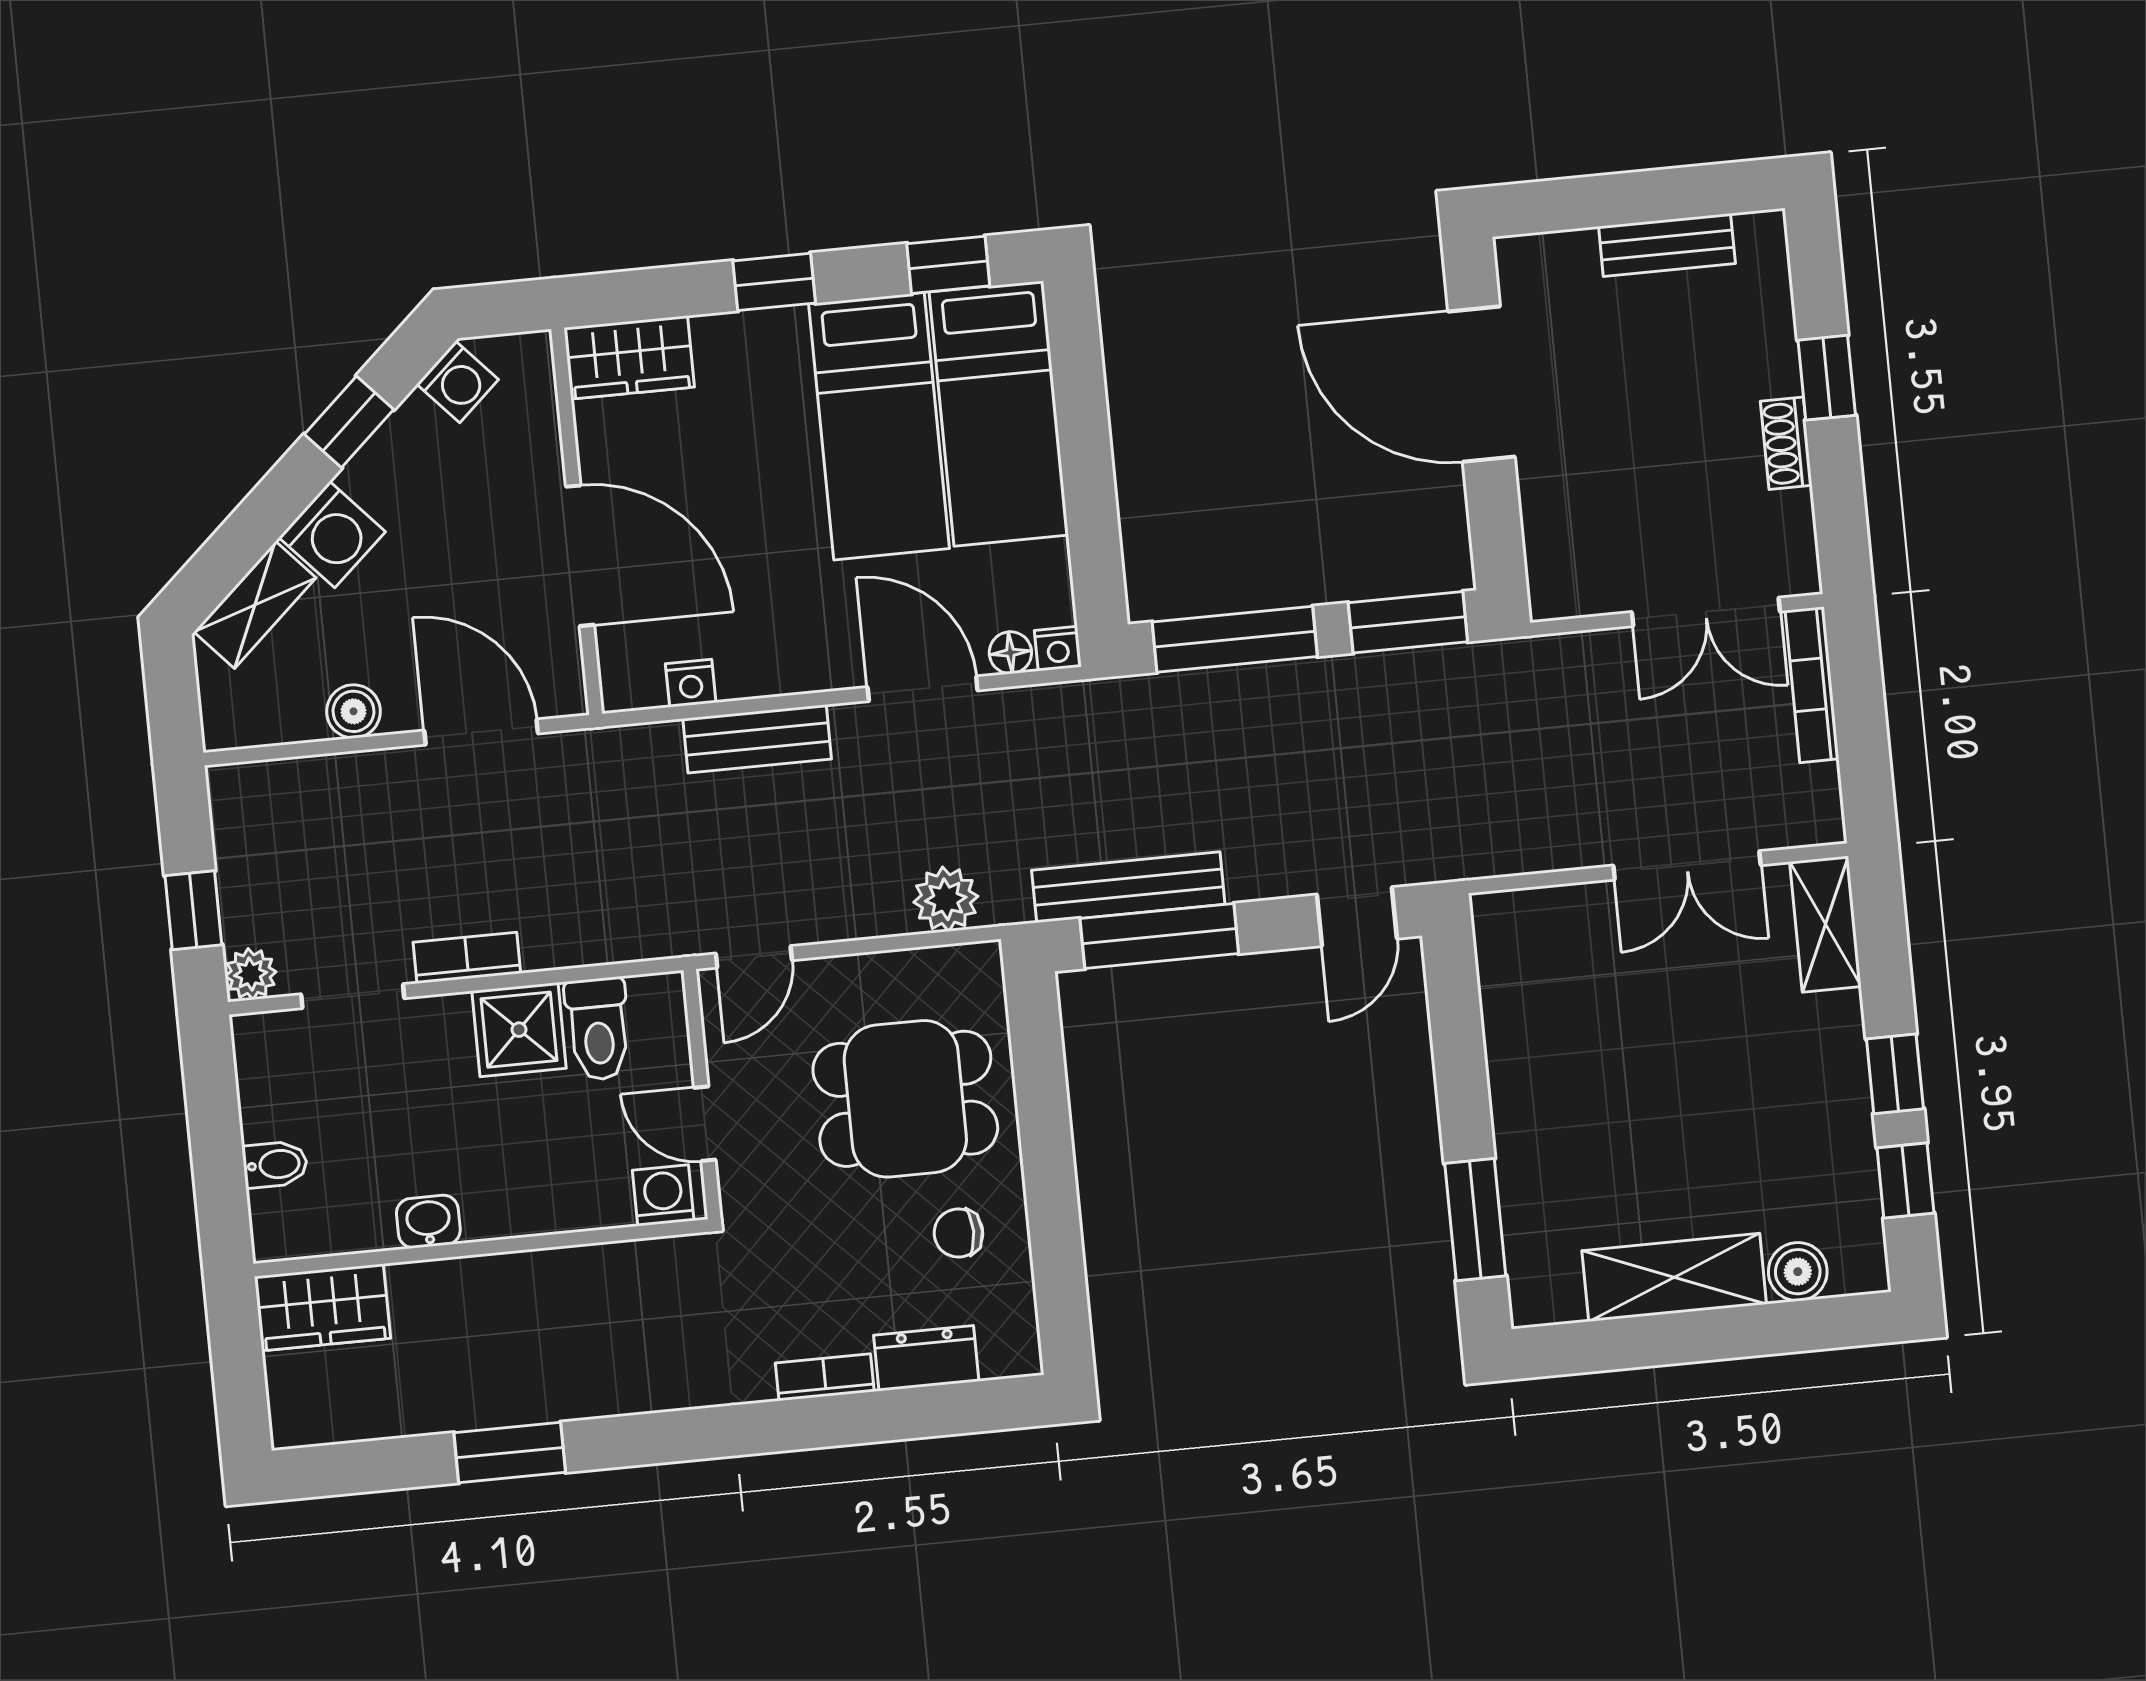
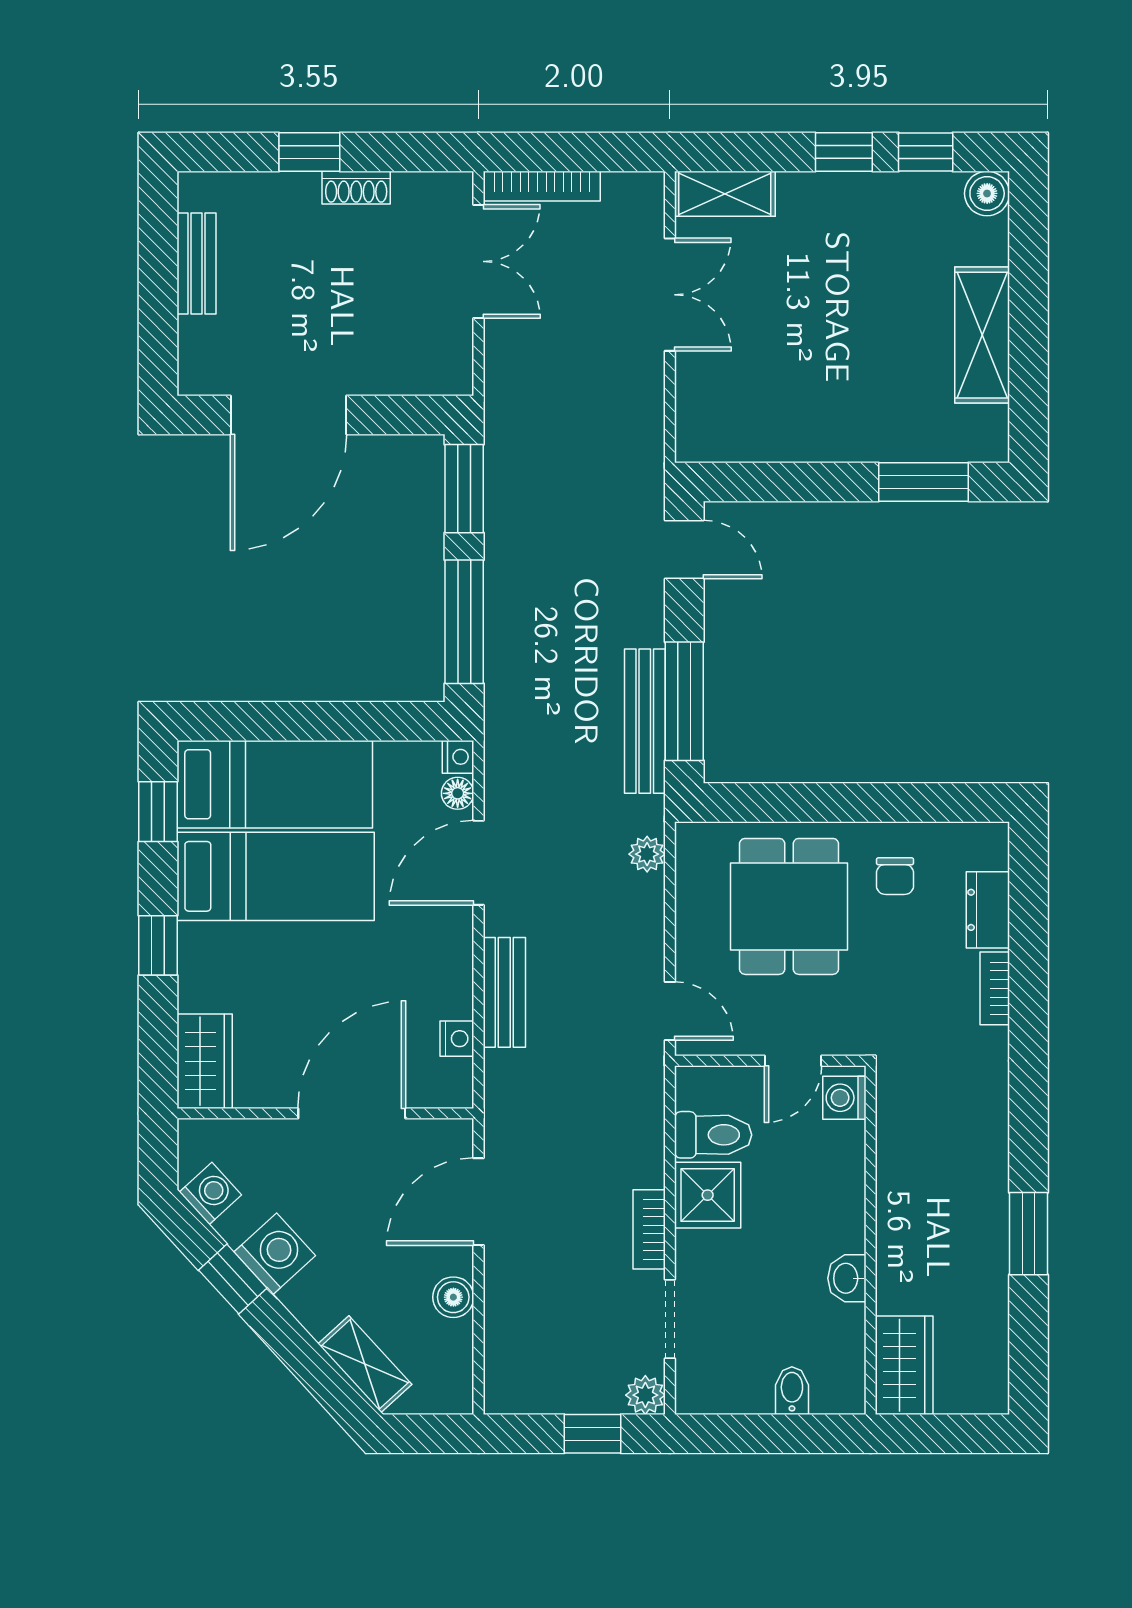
washing machine: (332, 535) -> (275, 1254), moved
plant: (946, 899) -> (647, 854), width x0.73, depth x0.73
boiler: (1798, 1272) -> (987, 193), moved

